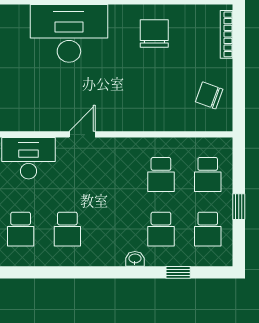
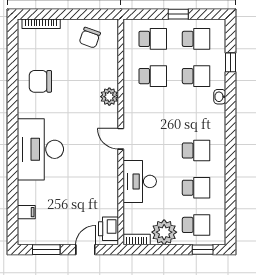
plant: (135, 120) -> (109, 97), added

